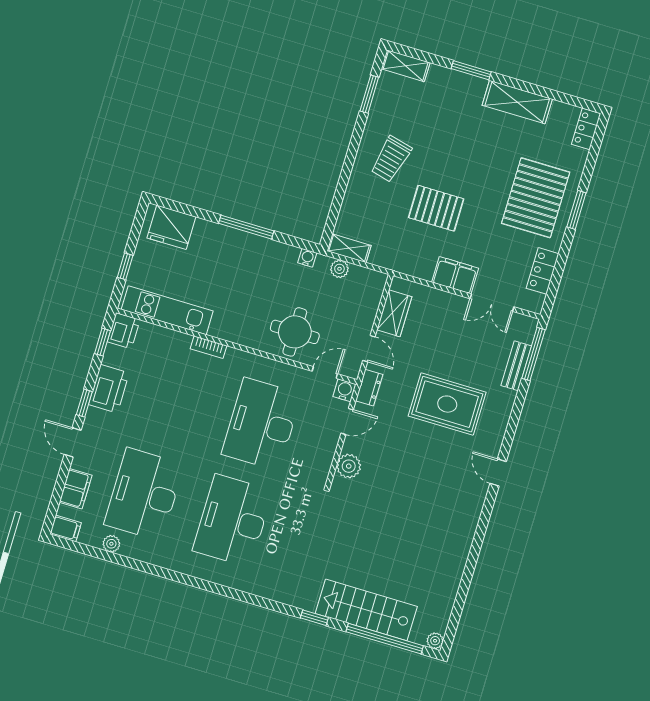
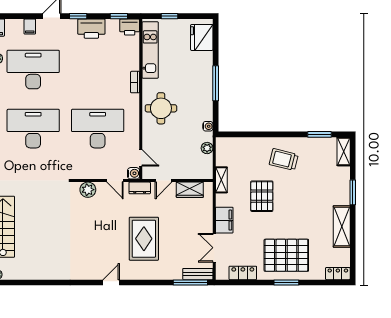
shelving: (349, 248) -> (221, 180), moved
round table: (295, 332) -> (161, 108), moved
bench: (516, 366) -> (198, 274), moved
filing cabinet: (76, 489) -> (30, 27), width x0.50

